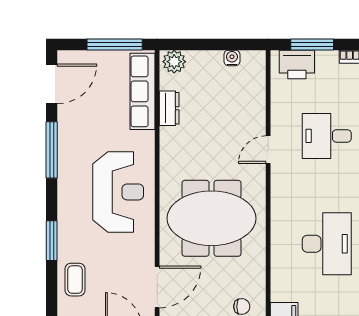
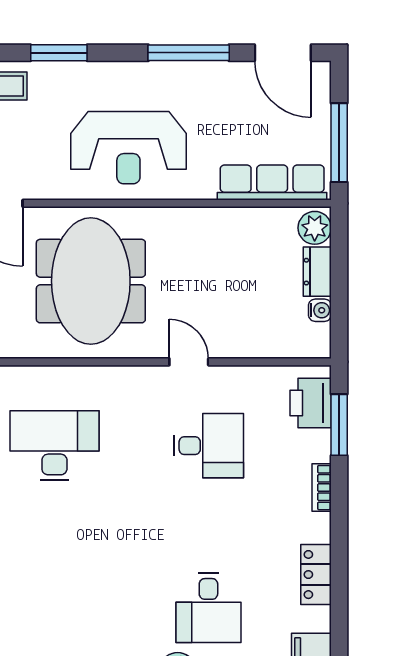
dresser: (169, 108) -> (317, 272), moved, turned 90
desk: (327, 136) -> (208, 446), turned 90
desk: (327, 244) -> (54, 446), turned 180

